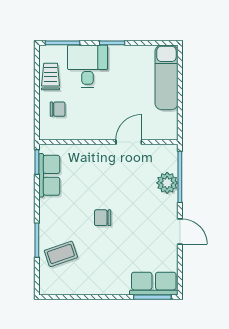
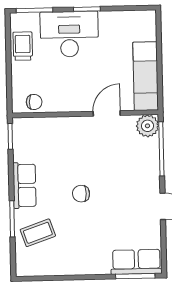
desk: (88, 66) -> (69, 34), width x1.37
exam couch: (166, 77) -> (146, 76), moved
chair: (58, 109) -> (34, 102), moved
row of seats: (49, 175) -> (24, 185), moved
plant: (167, 183) -> (147, 126), moved

